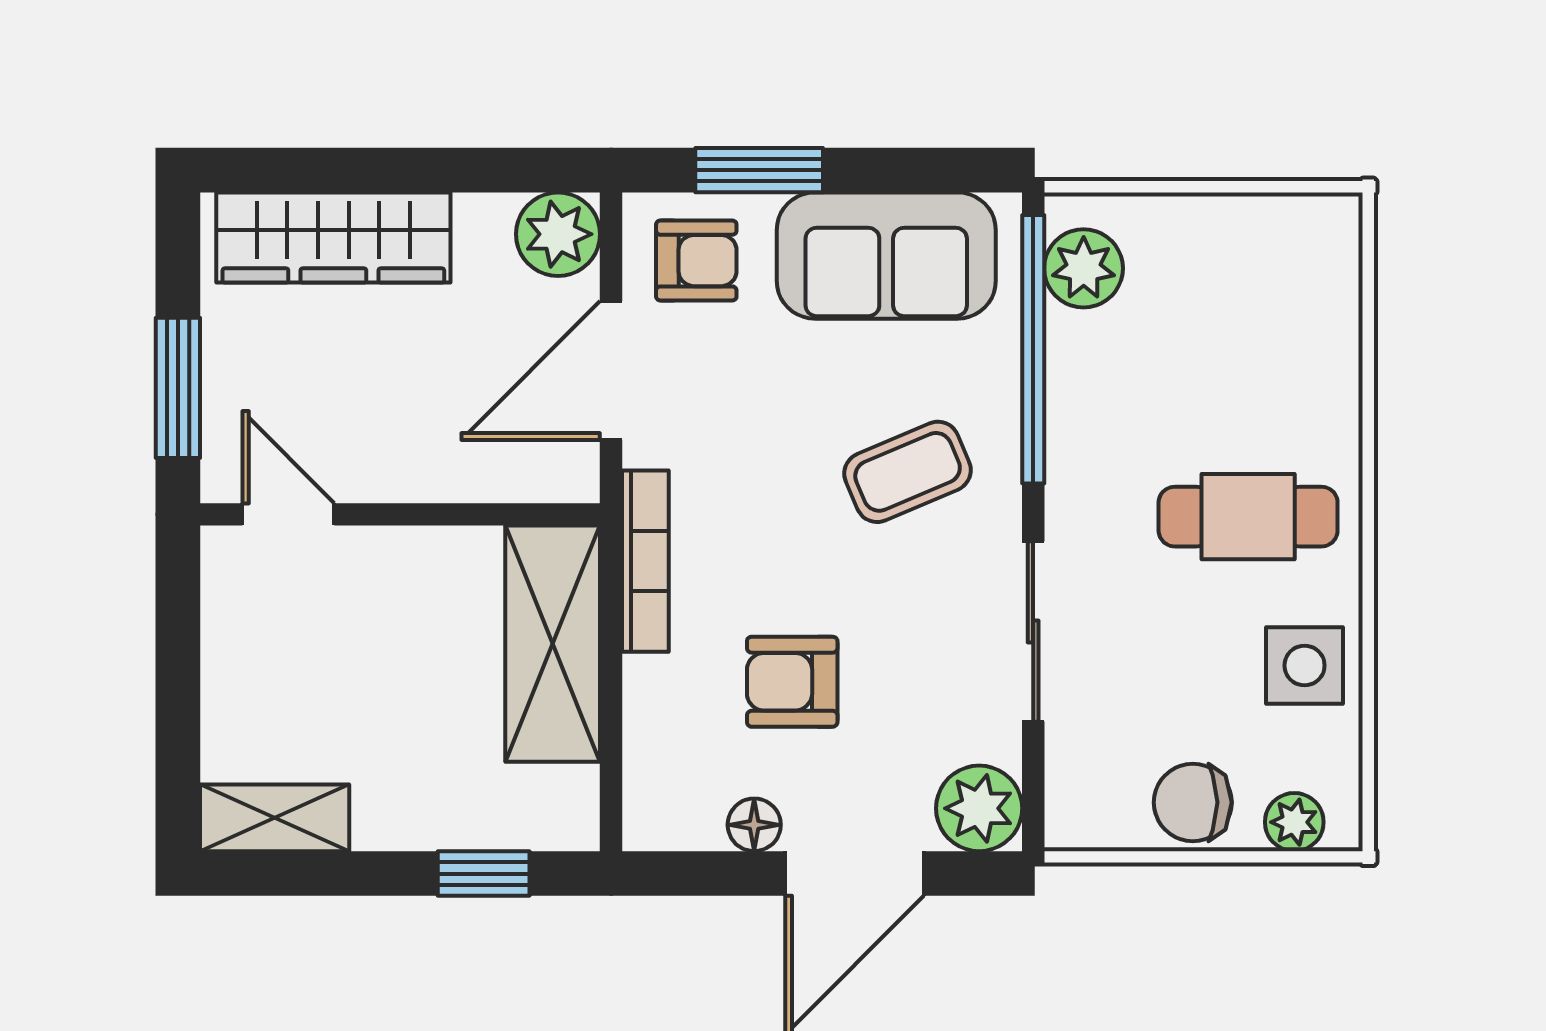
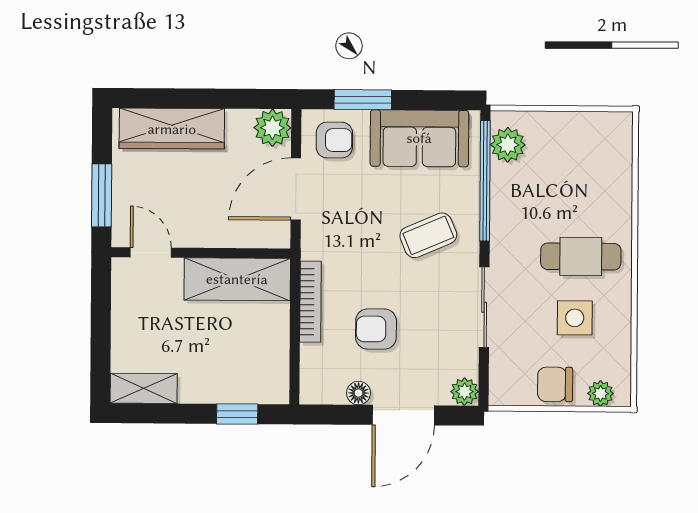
bookcase: (645, 561) -> (310, 302), moved
shelving: (553, 644) -> (237, 279), moved, turned 90
side table: (1305, 665) -> (575, 318), moved
plant: (979, 808) -> (465, 392), width x0.73, depth x0.73

